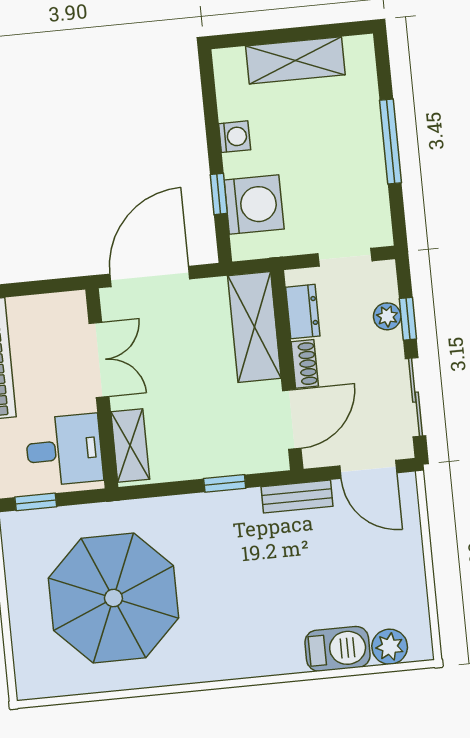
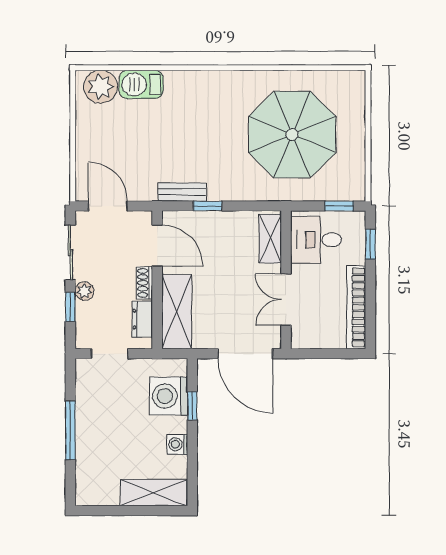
shelving: (295, 60) -> (154, 493), moved
door: (150, 276) -> (245, 354), hinge flipped
plant: (387, 316) -> (84, 291), moved
door: (292, 419) -> (157, 246), swing flipped
bench: (297, 496) -> (182, 192), moved
plant: (390, 647) -> (101, 87), width x1.36, depth x1.36

